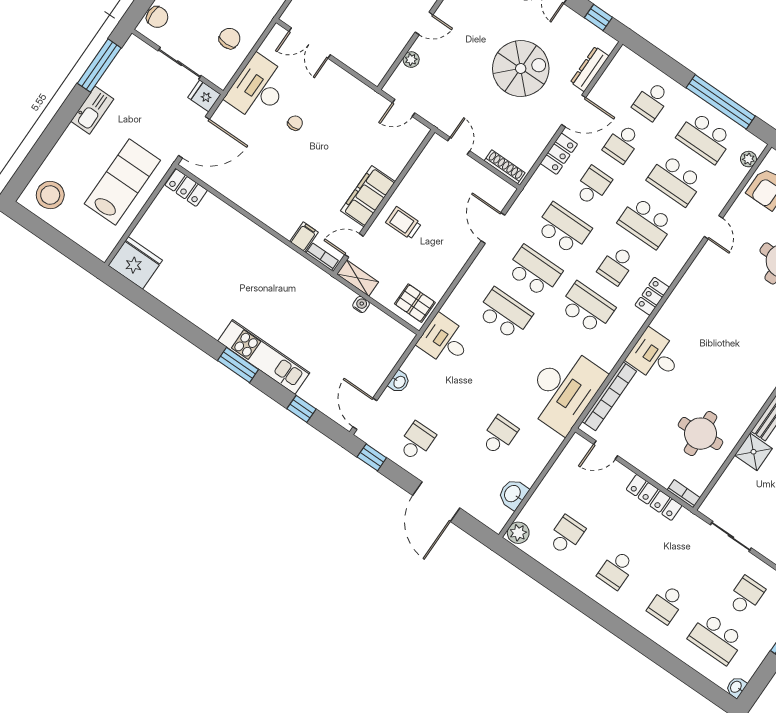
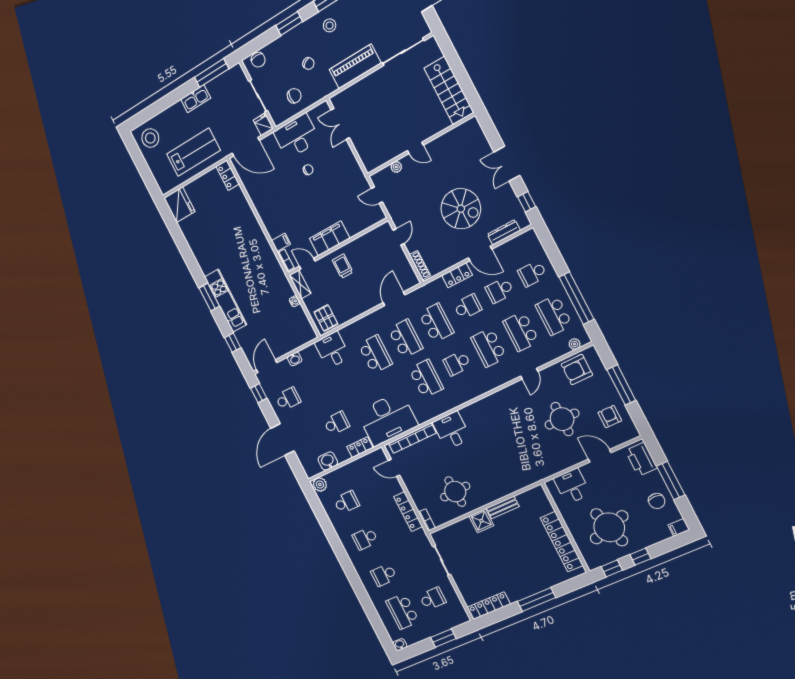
locker: (652, 296) -> (360, 447), moved

